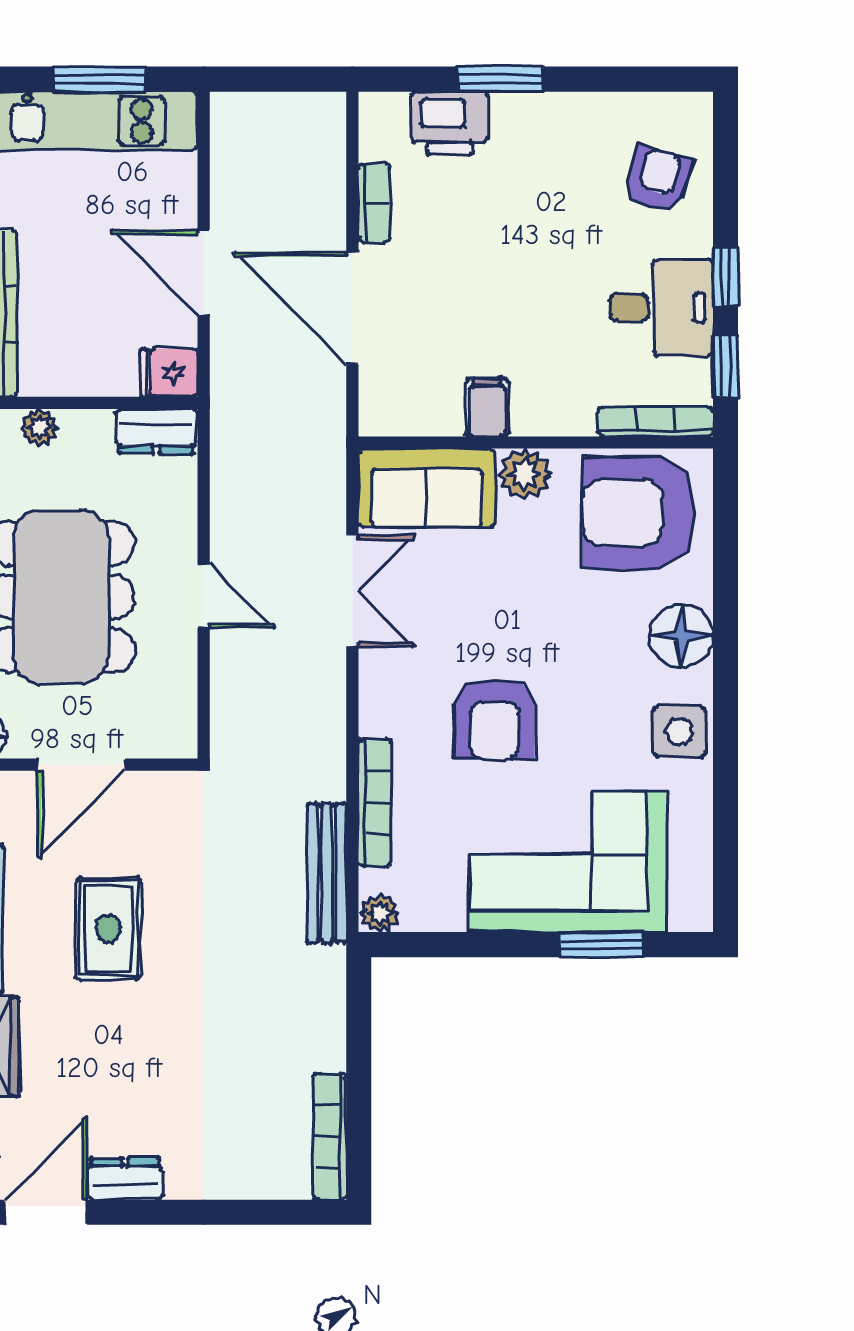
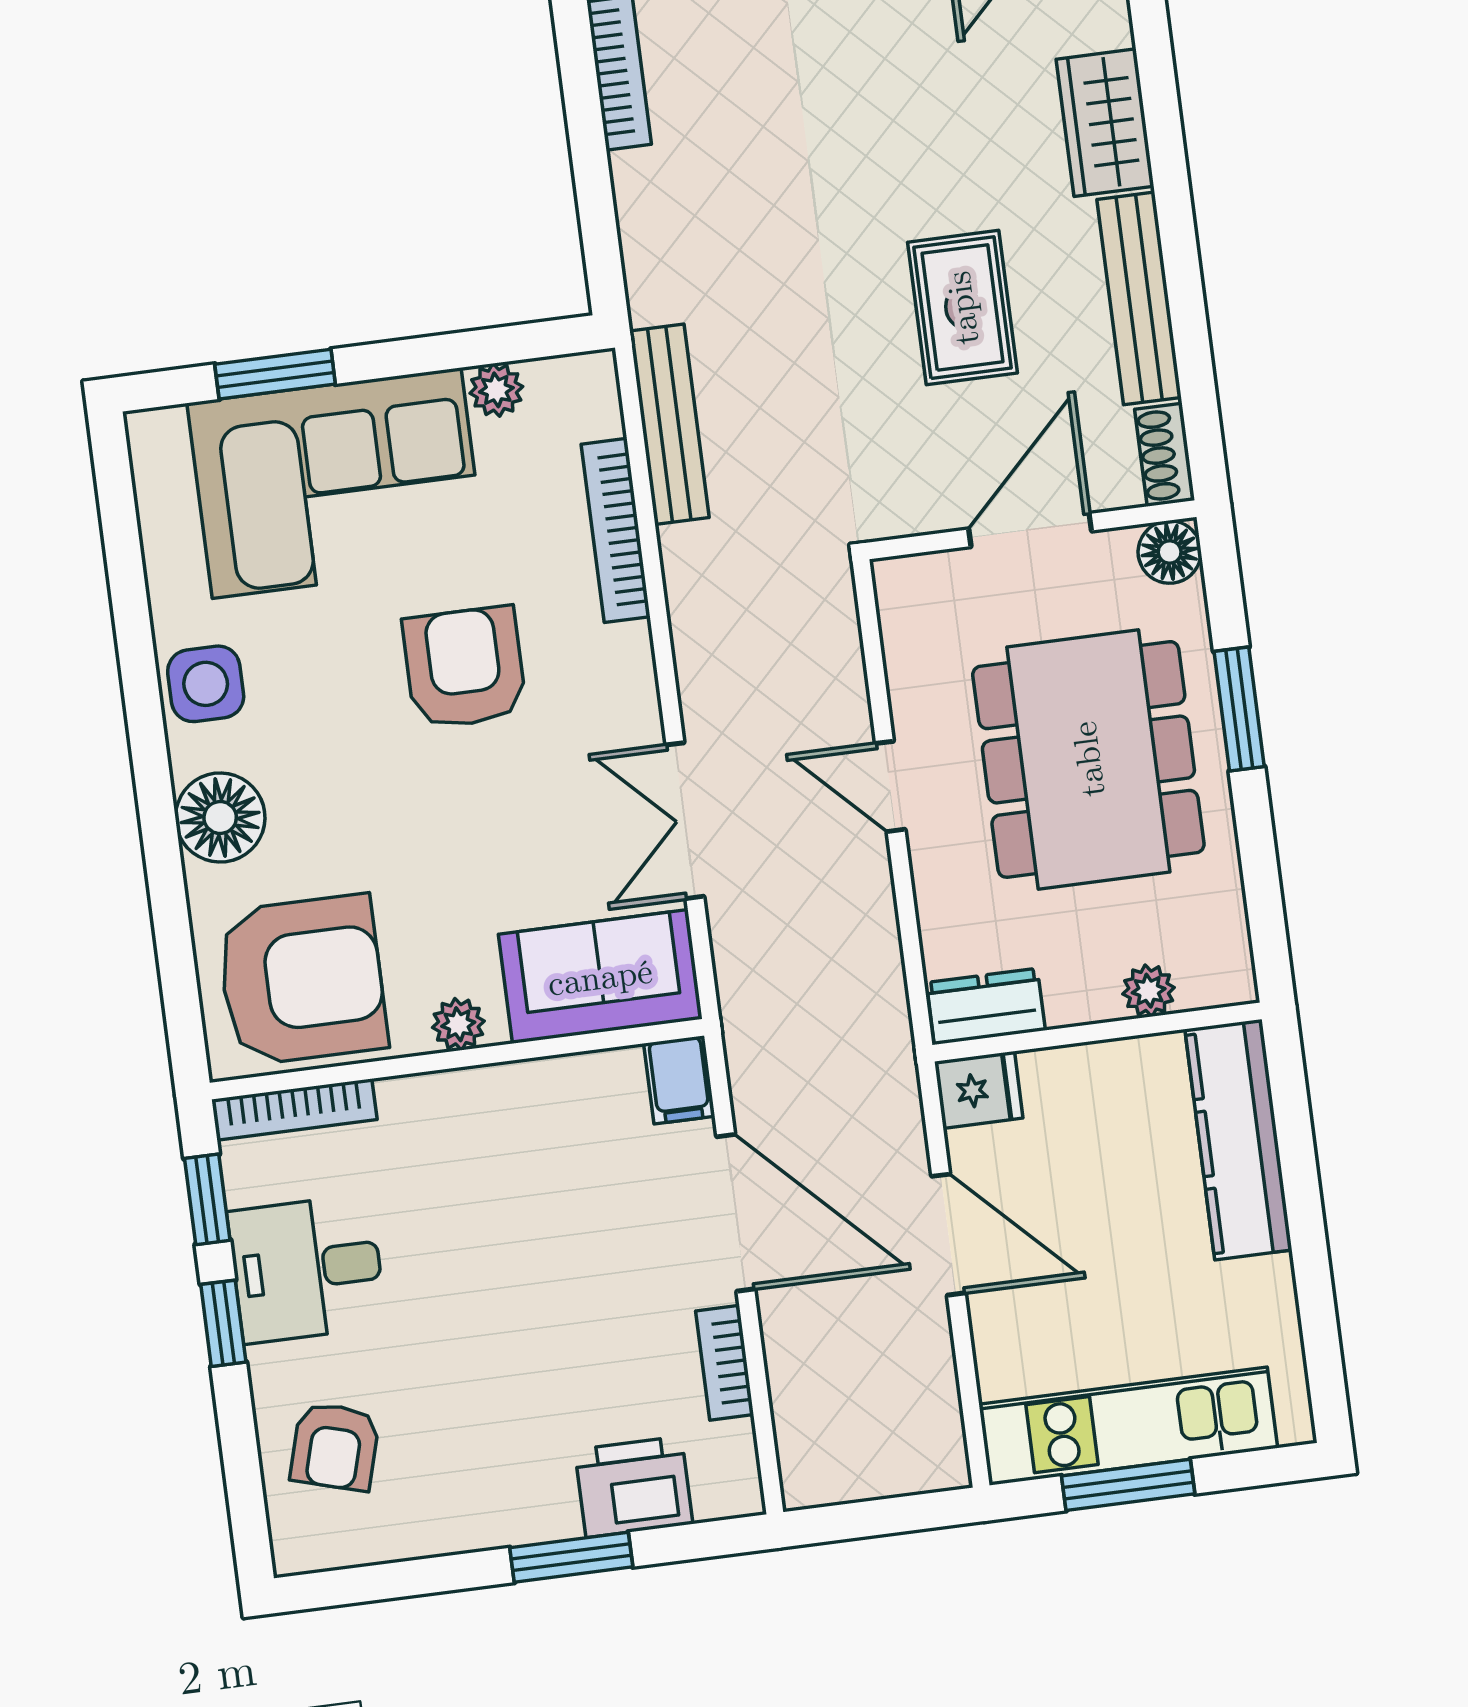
filing cabinet: (487, 407) -> (679, 1080), moved
plant: (525, 474) -> (458, 1024), width x0.73, depth x0.73
plant: (380, 913) -> (496, 390), moved

